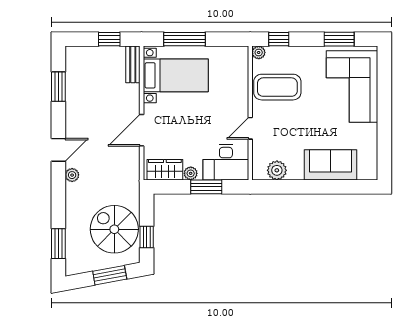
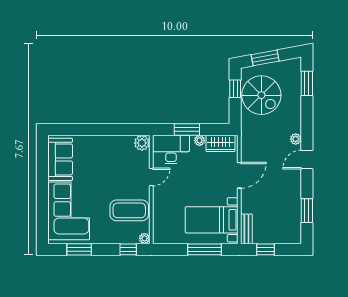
sofa: (330, 165) -> (60, 159), moved, turned -90
plant: (277, 170) -> (142, 143), moved

